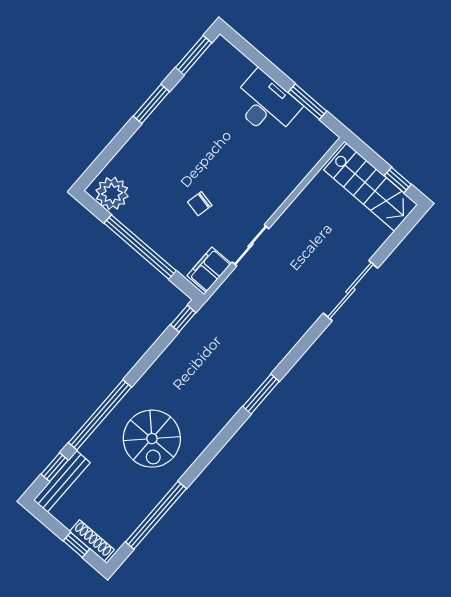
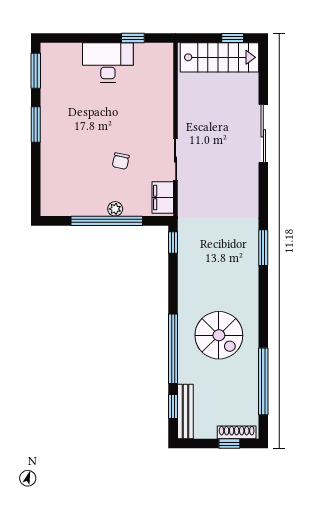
window: (307, 102) -> (133, 38), width x0.67
plant: (112, 193) -> (115, 209), moved, width x0.53, depth x0.53

